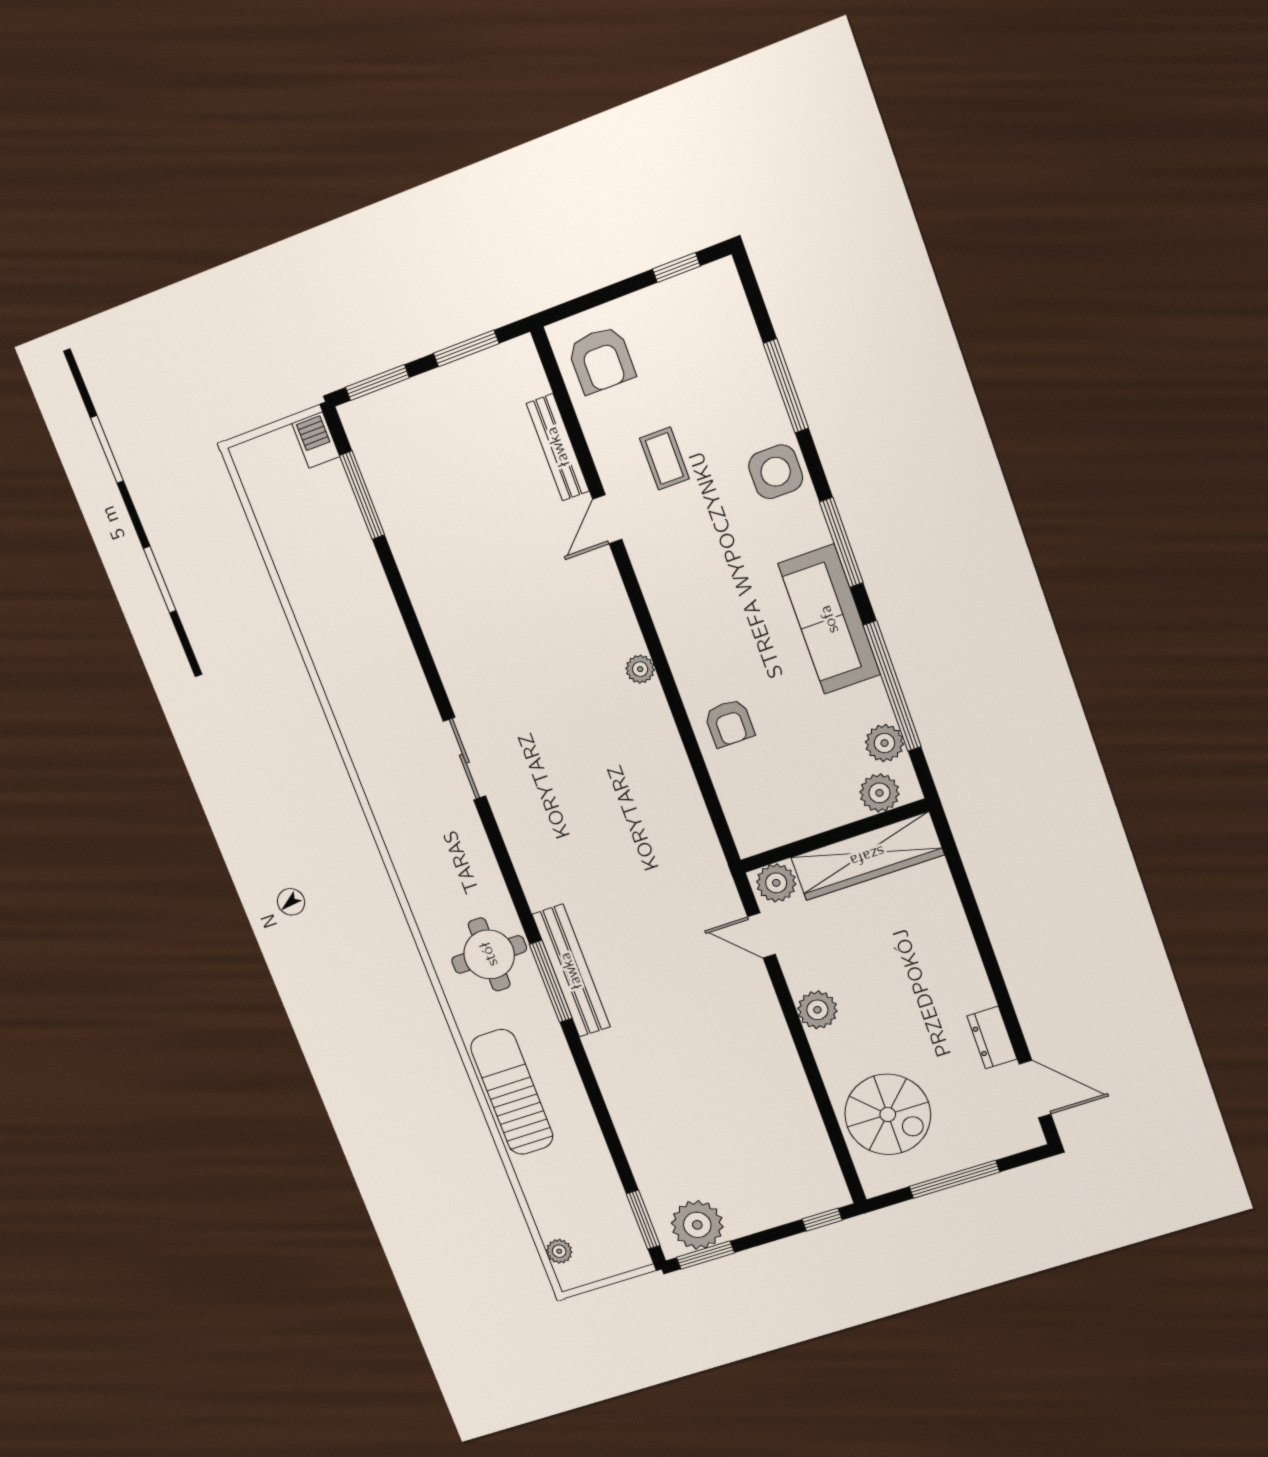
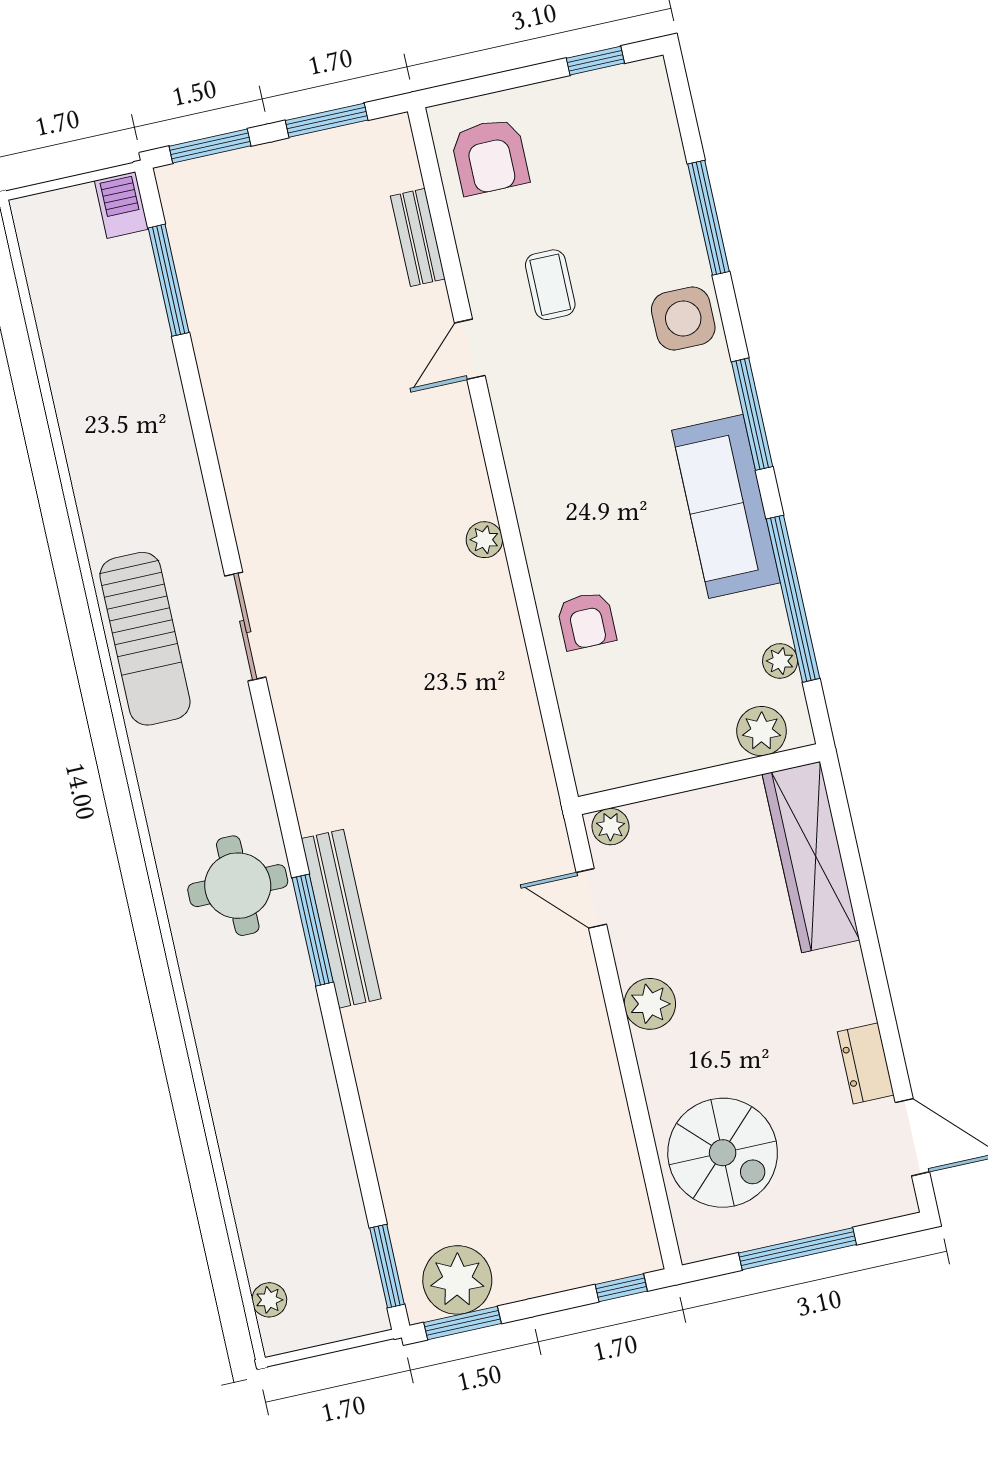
bench: (558, 447) -> (418, 237), width x0.73
plant: (884, 743) -> (780, 661), width x0.73, depth x0.73
wardrobe: (867, 856) -> (811, 857), moved, turned 90
plant: (776, 883) -> (610, 827), width x0.73, depth x0.73
sun lounger: (512, 1092) -> (145, 639), moved, turned 180

